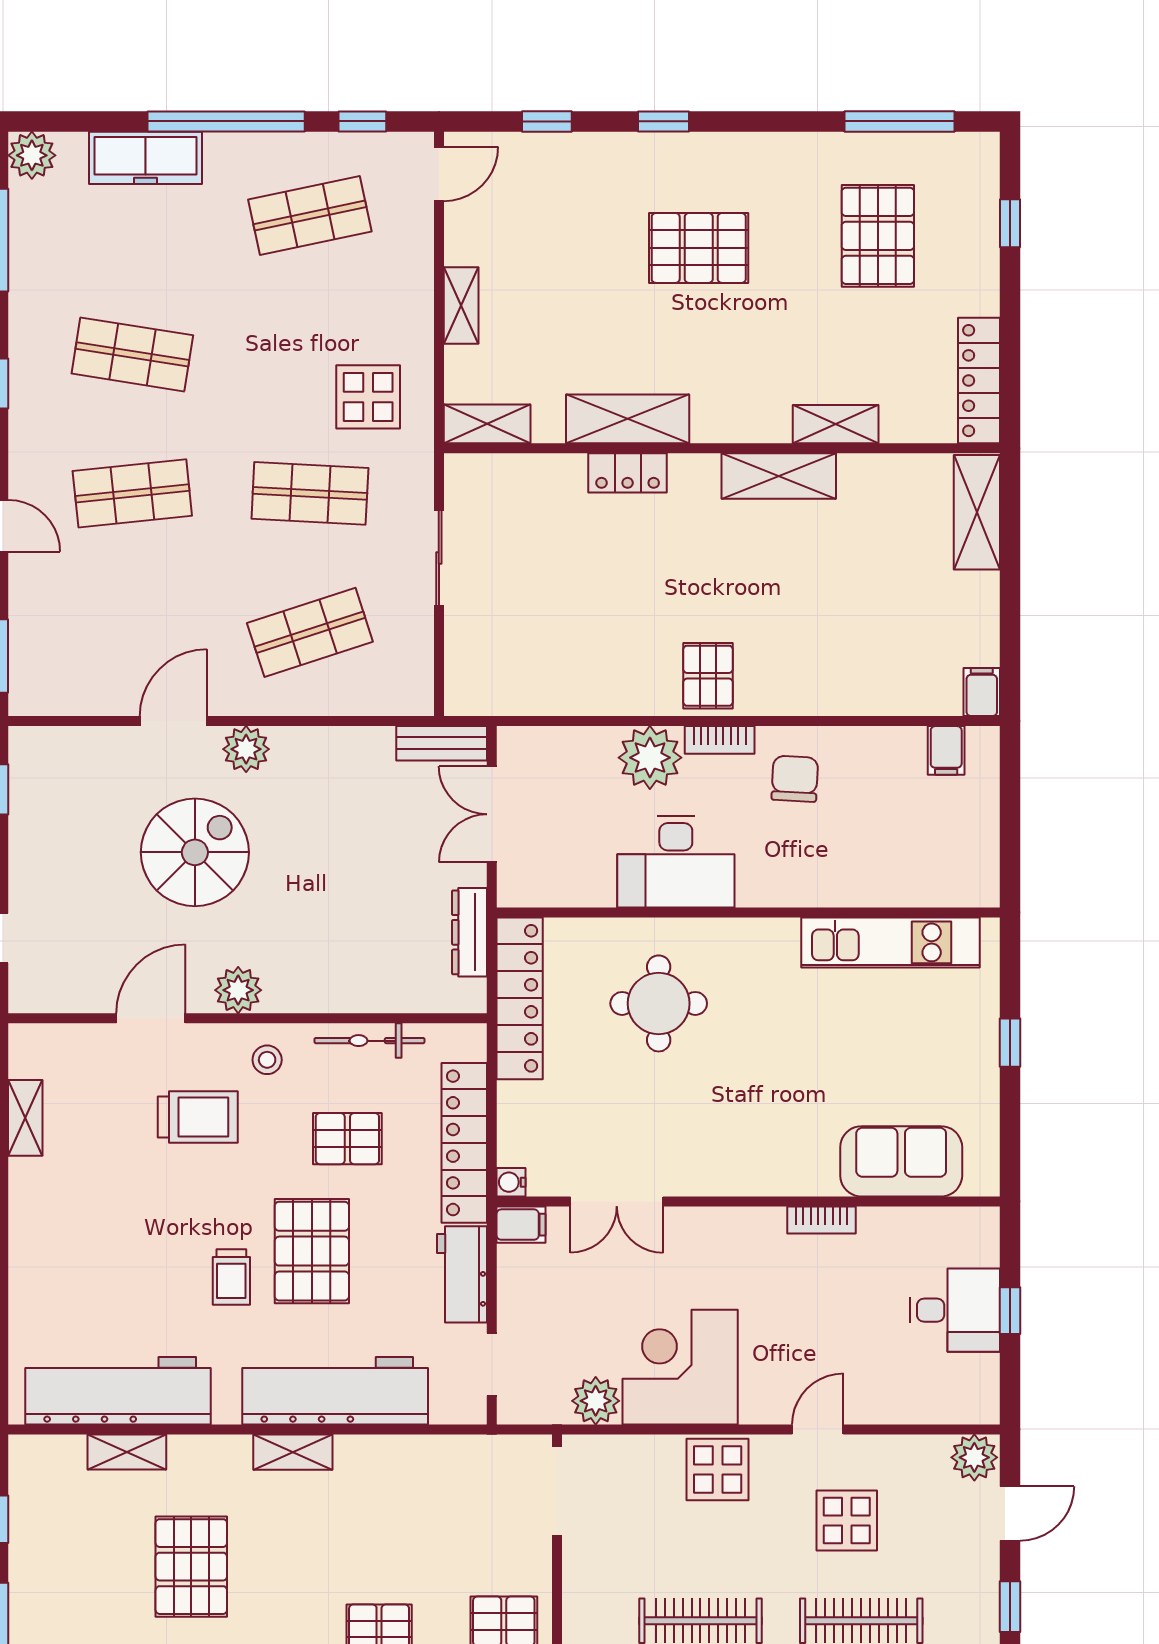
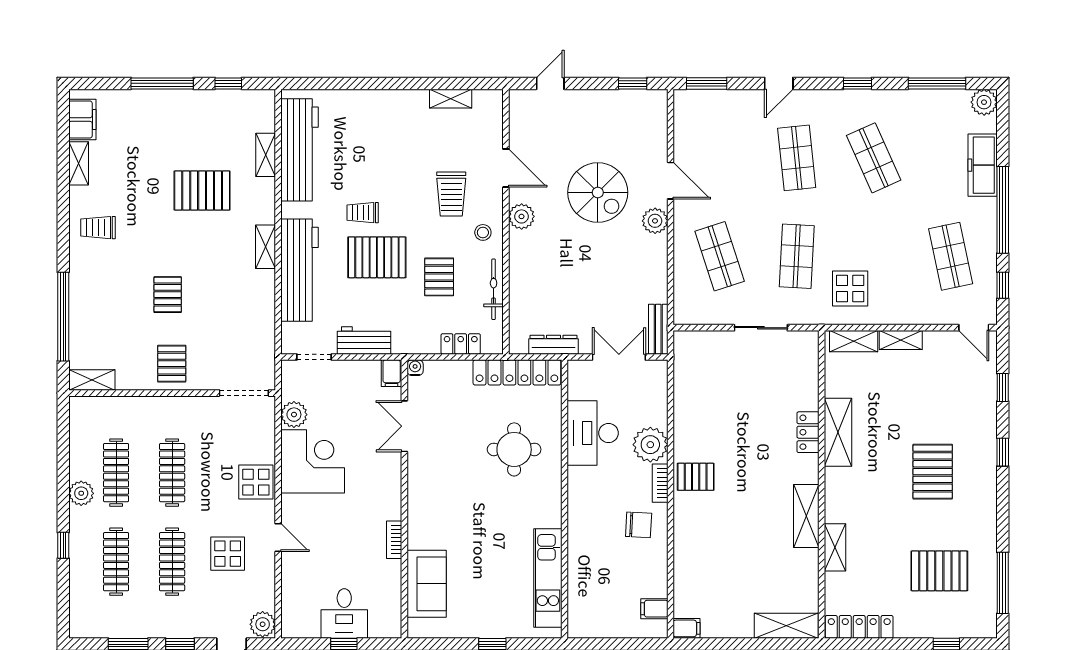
shop shelf: (132, 354) -> (874, 158), turned -33
shelving: (487, 424) -> (854, 341), moved, turned 90
desk: (676, 862) -> (593, 433), moved
locker: (464, 1143) -> (461, 344), width x0.46, depth x0.83

